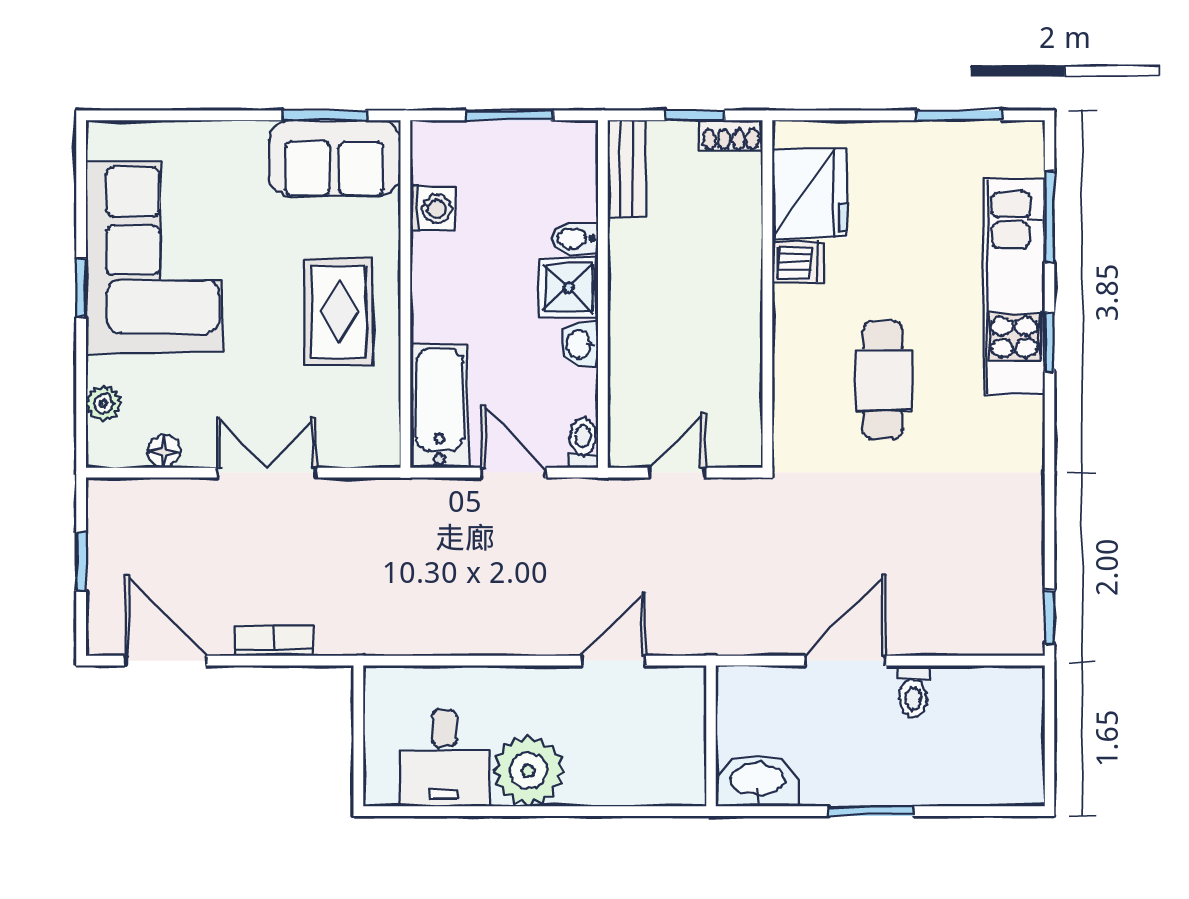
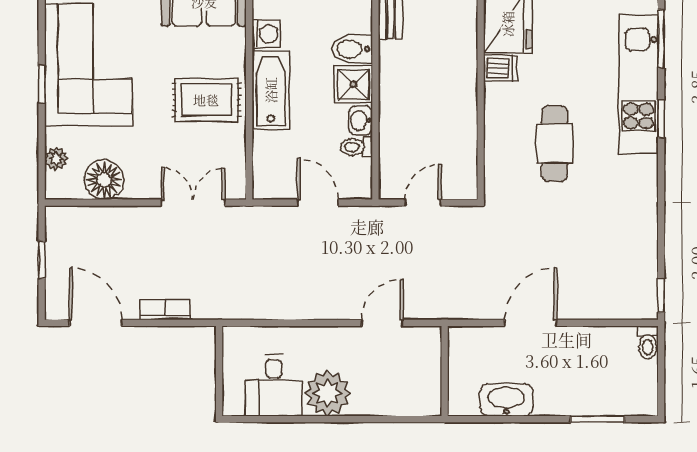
bidet: (575, 238) -> (352, 49), width x1.38, depth x1.36
rug: (339, 312) -> (206, 100), turned 90
bathtub: (439, 406) -> (271, 90), moved
toilet: (583, 443) -> (356, 147), moved, turned -90
floor lamp: (164, 451) -> (104, 180), width x1.89, depth x1.89
double door: (267, 473) -> (193, 203), moved
toilet: (913, 691) -> (648, 343), moved
washbasin: (757, 781) -> (506, 400), moved
window: (870, 811) -> (598, 419), moved

